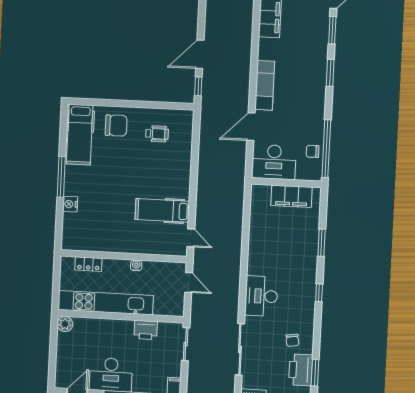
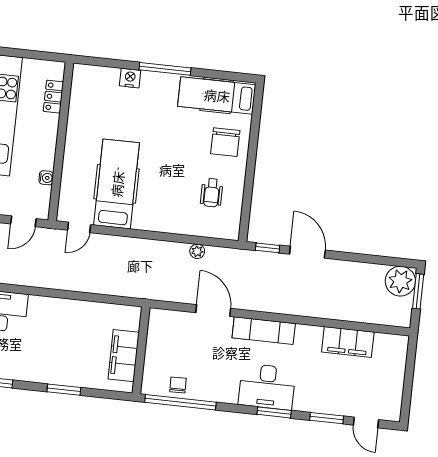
plant: (204, 142) -> (197, 251), added
desk: (274, 162) -> (267, 387), moved, turned -90
hospital bed: (162, 210) -> (117, 184), width x1.37, depth x1.29
water cooler: (136, 265) -> (46, 178), moved

